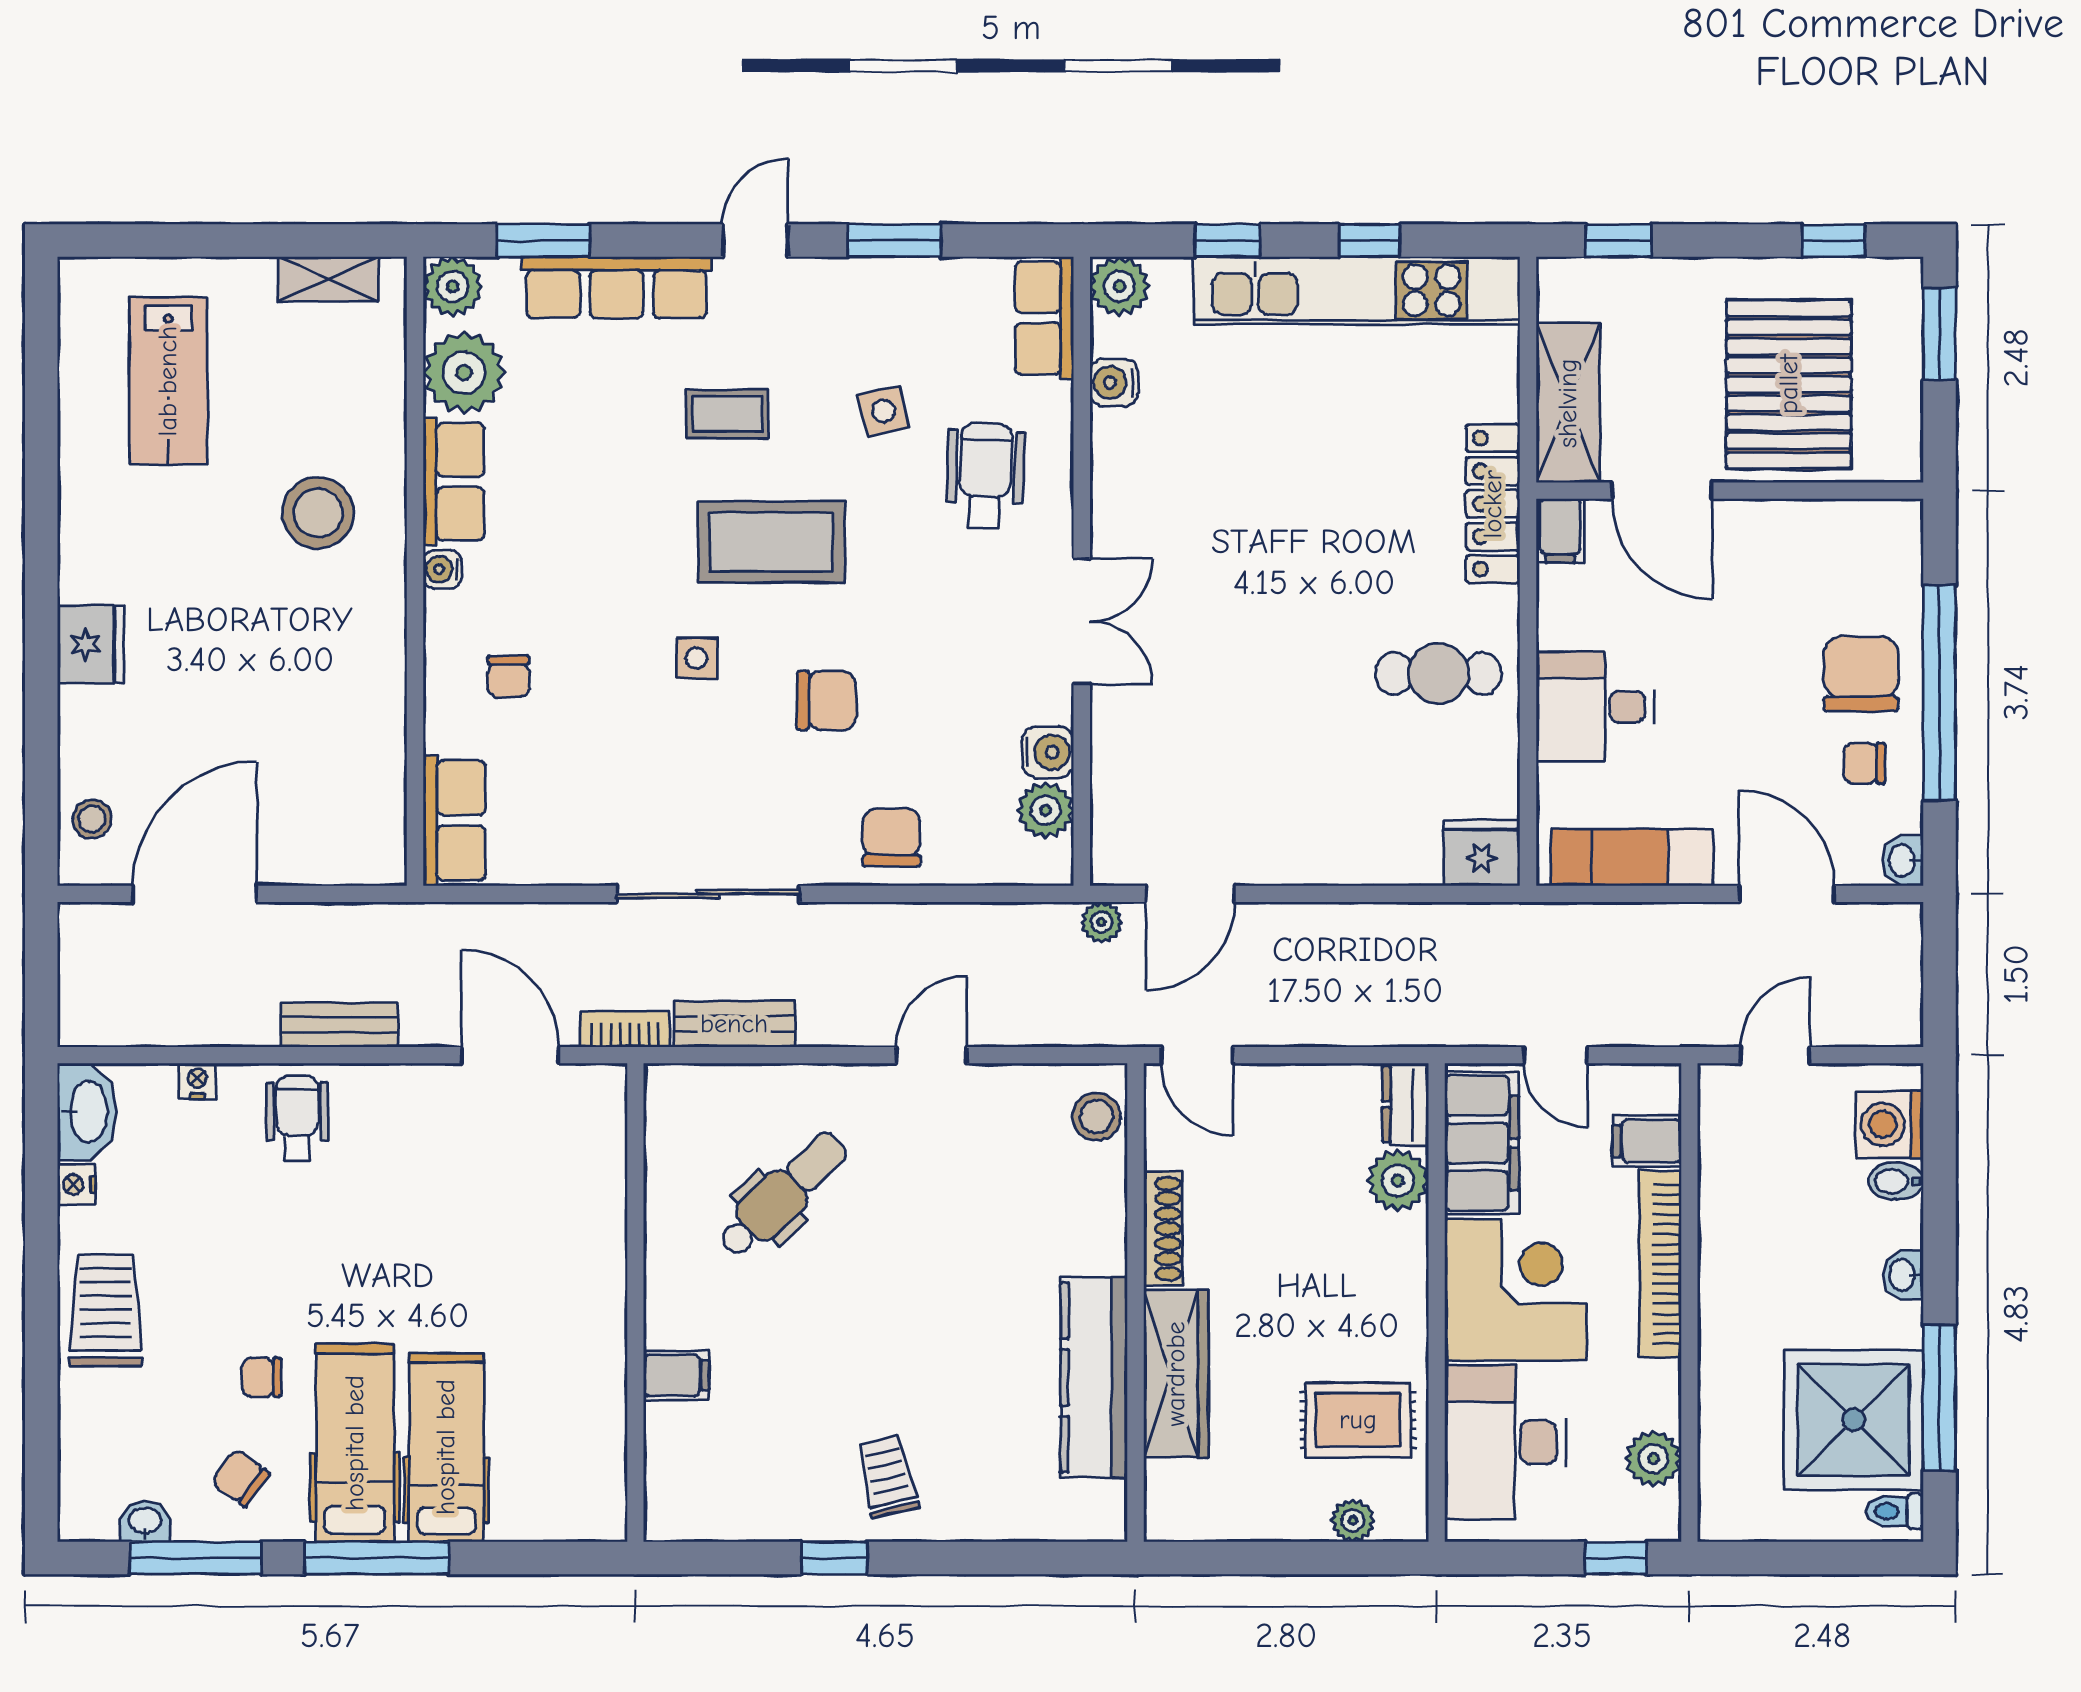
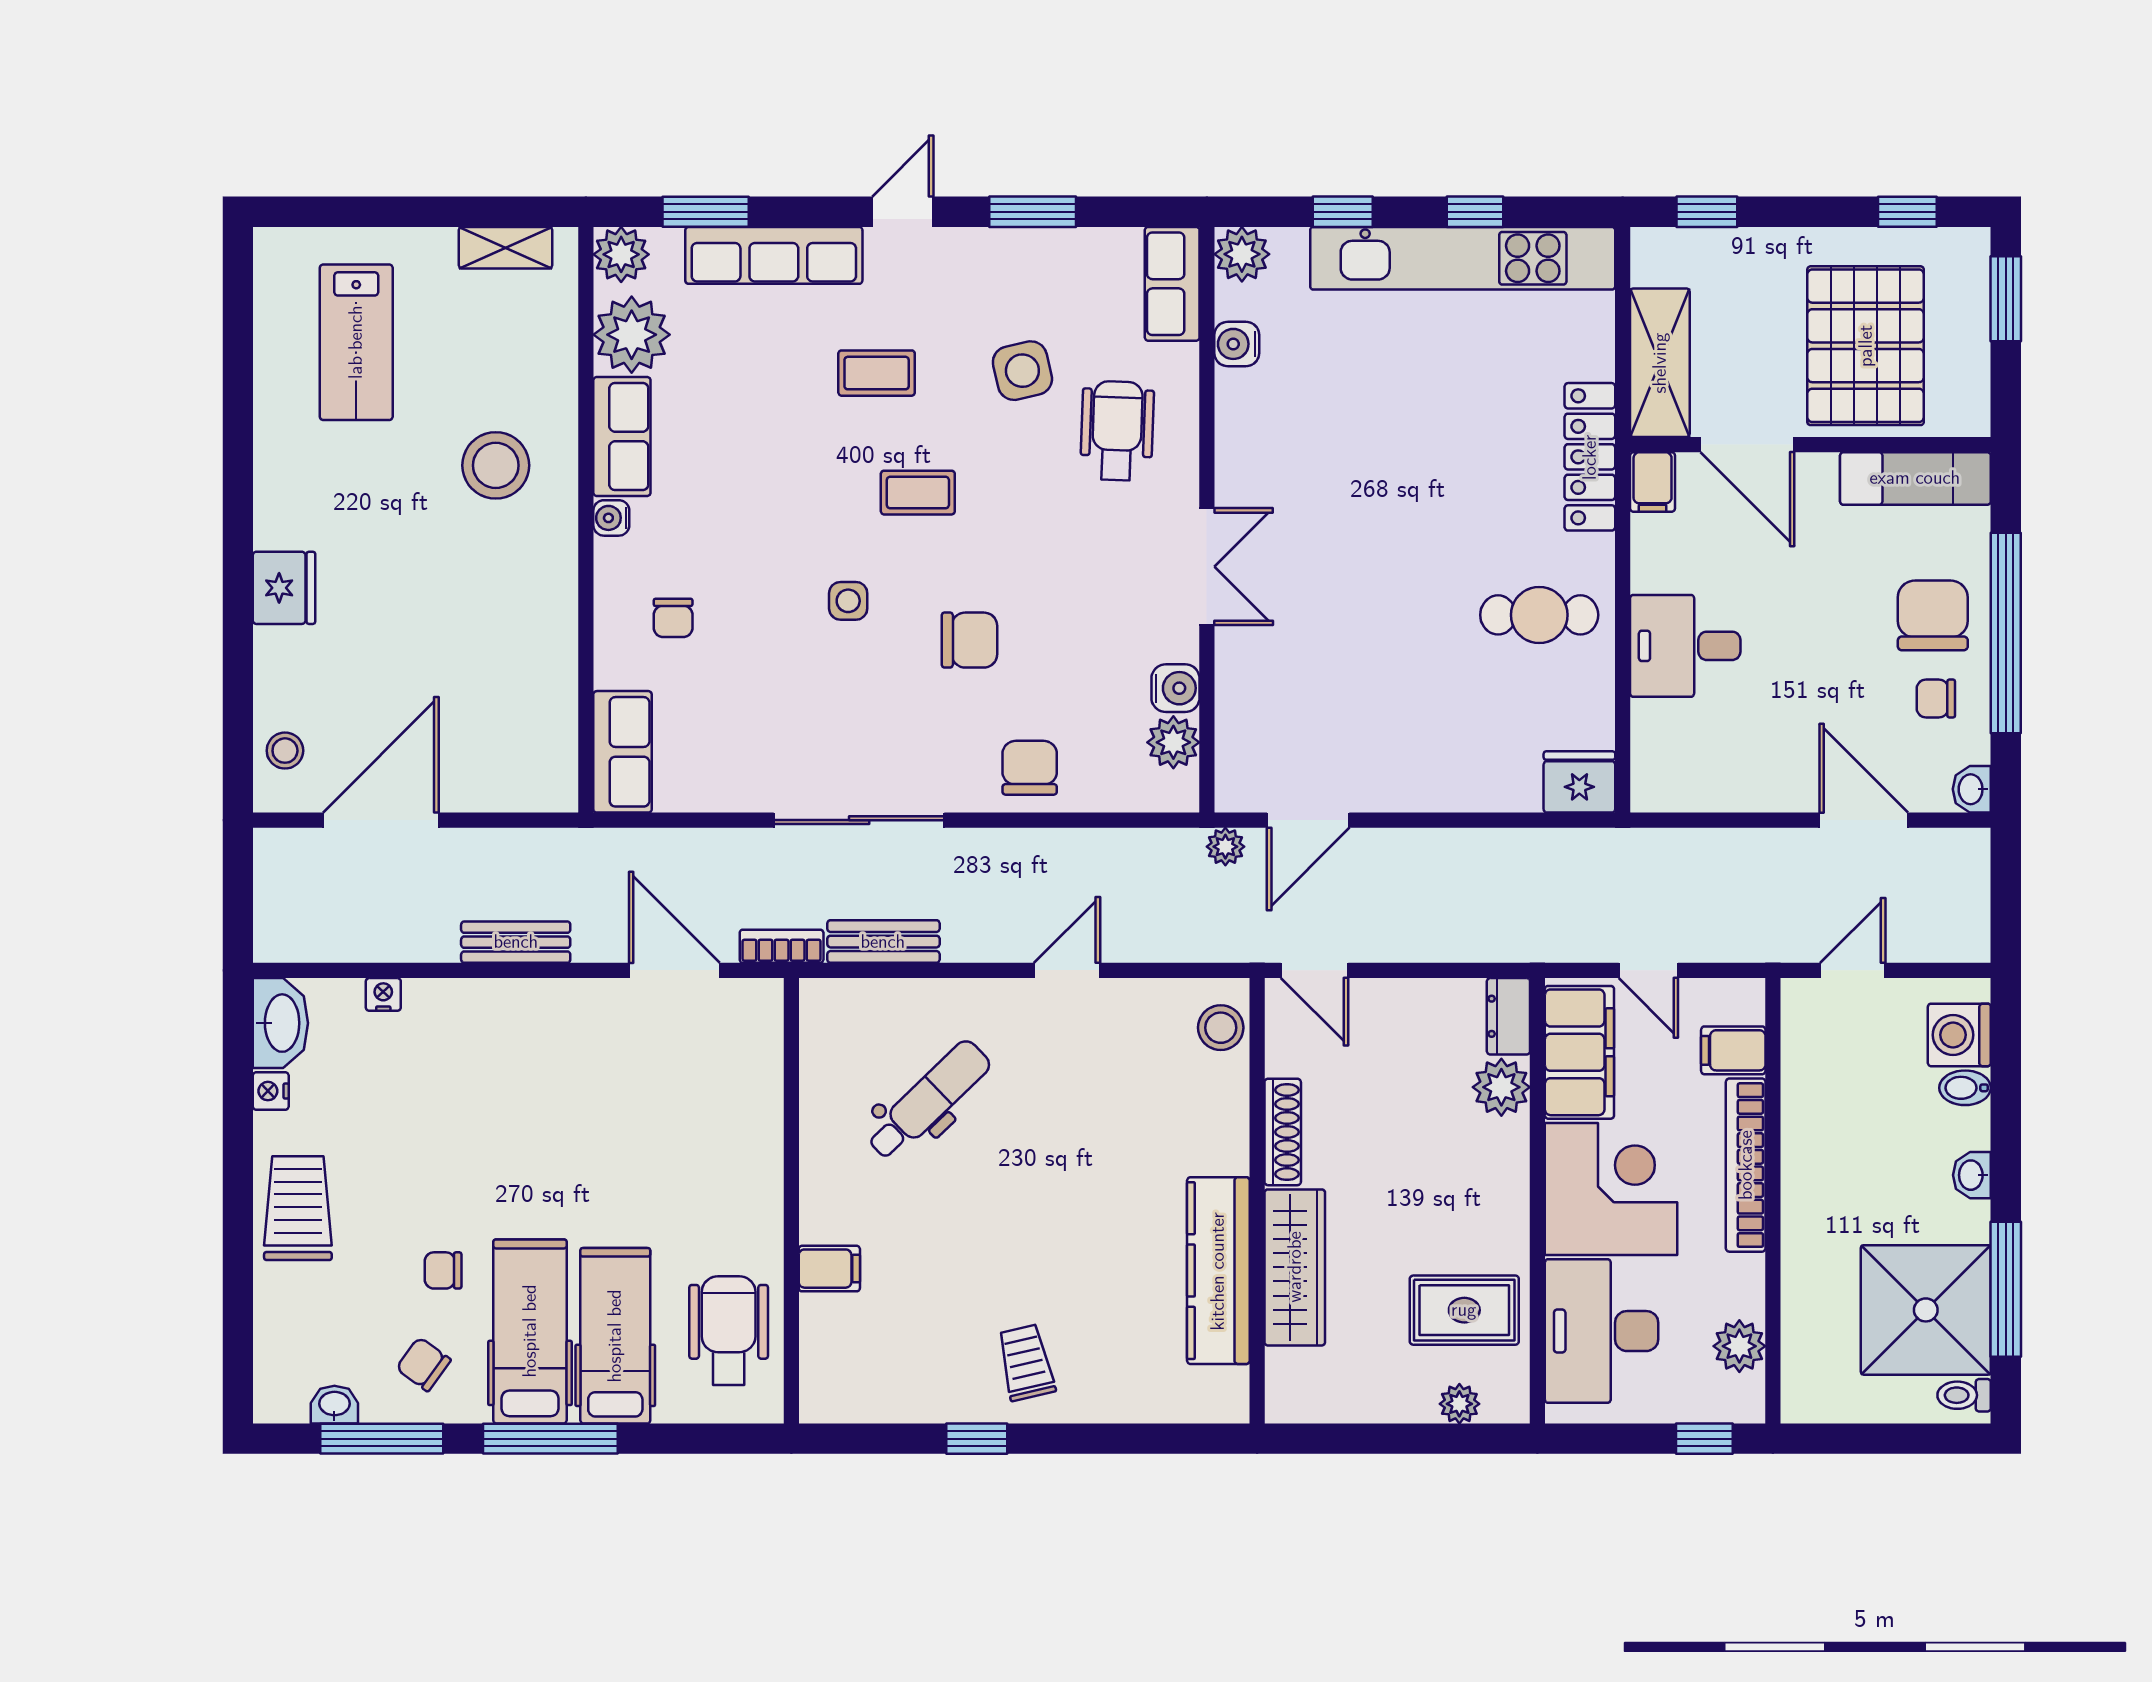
side table: (884, 411) -> (1022, 371), width x1.37, depth x1.37
coffee table: (771, 542) -> (918, 493), width x0.54, depth x0.58
exam couch: (1632, 857) -> (1915, 478), moved, turned 180
wheelchair: (297, 1118) -> (729, 1330), moved, width x1.36, depth x1.37

